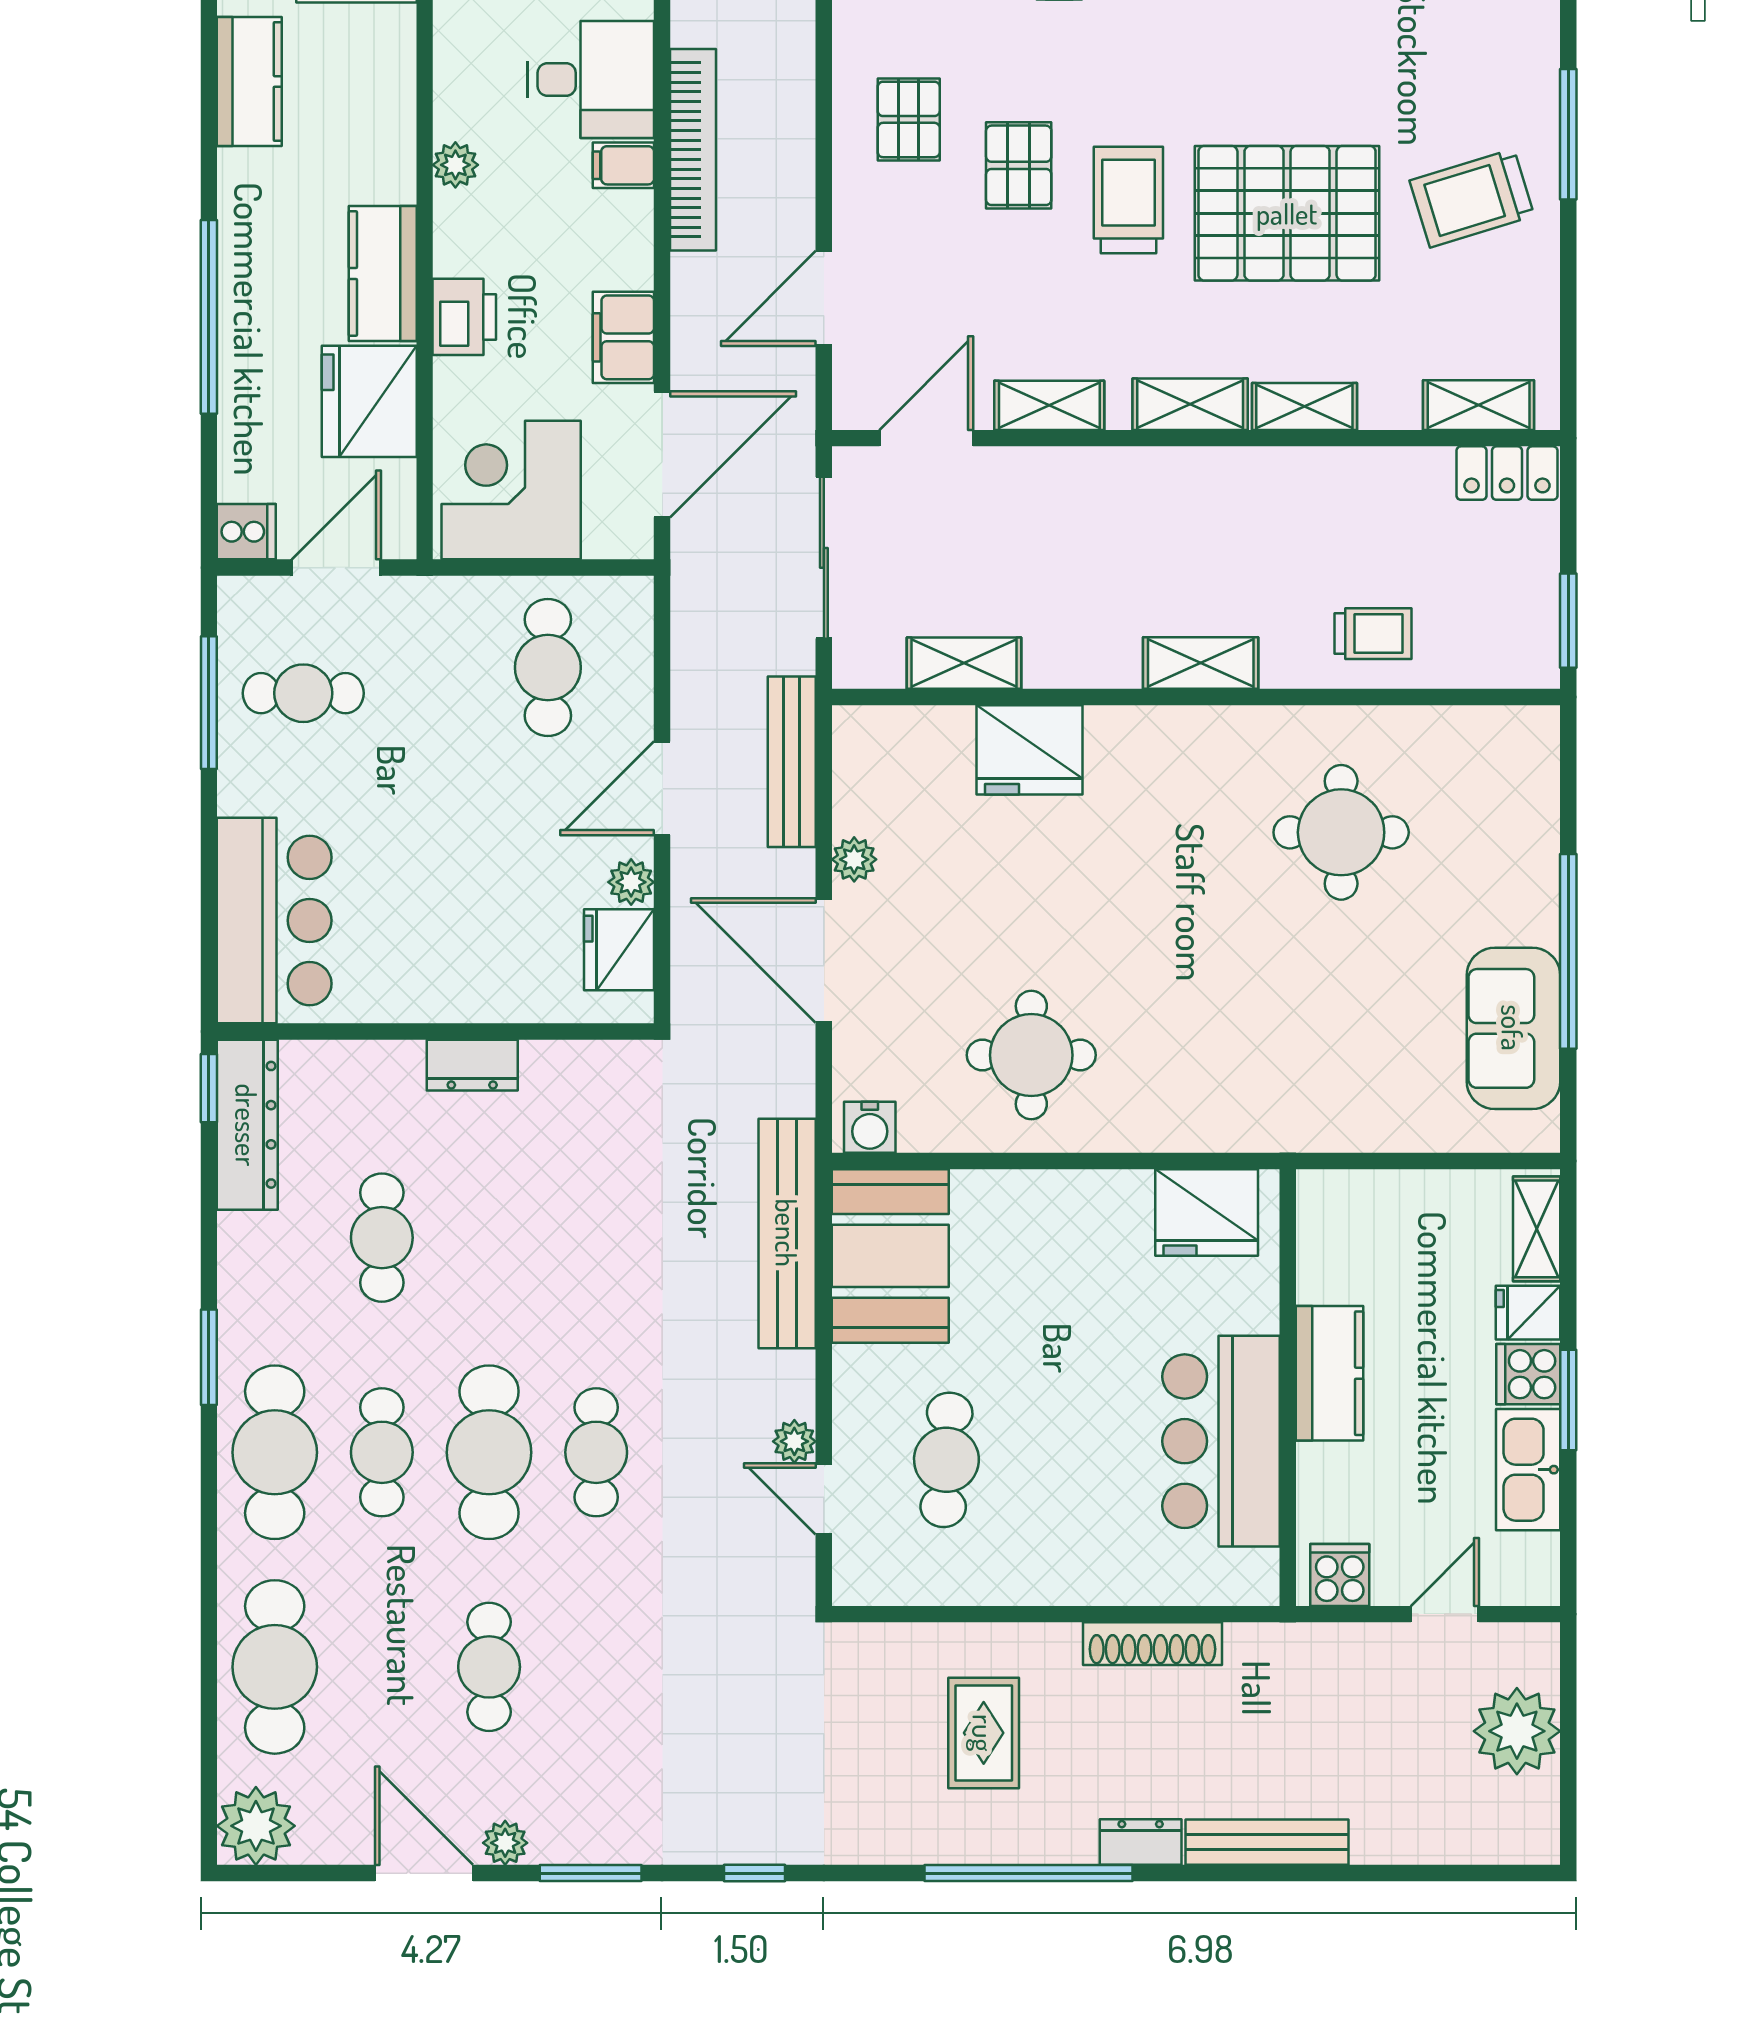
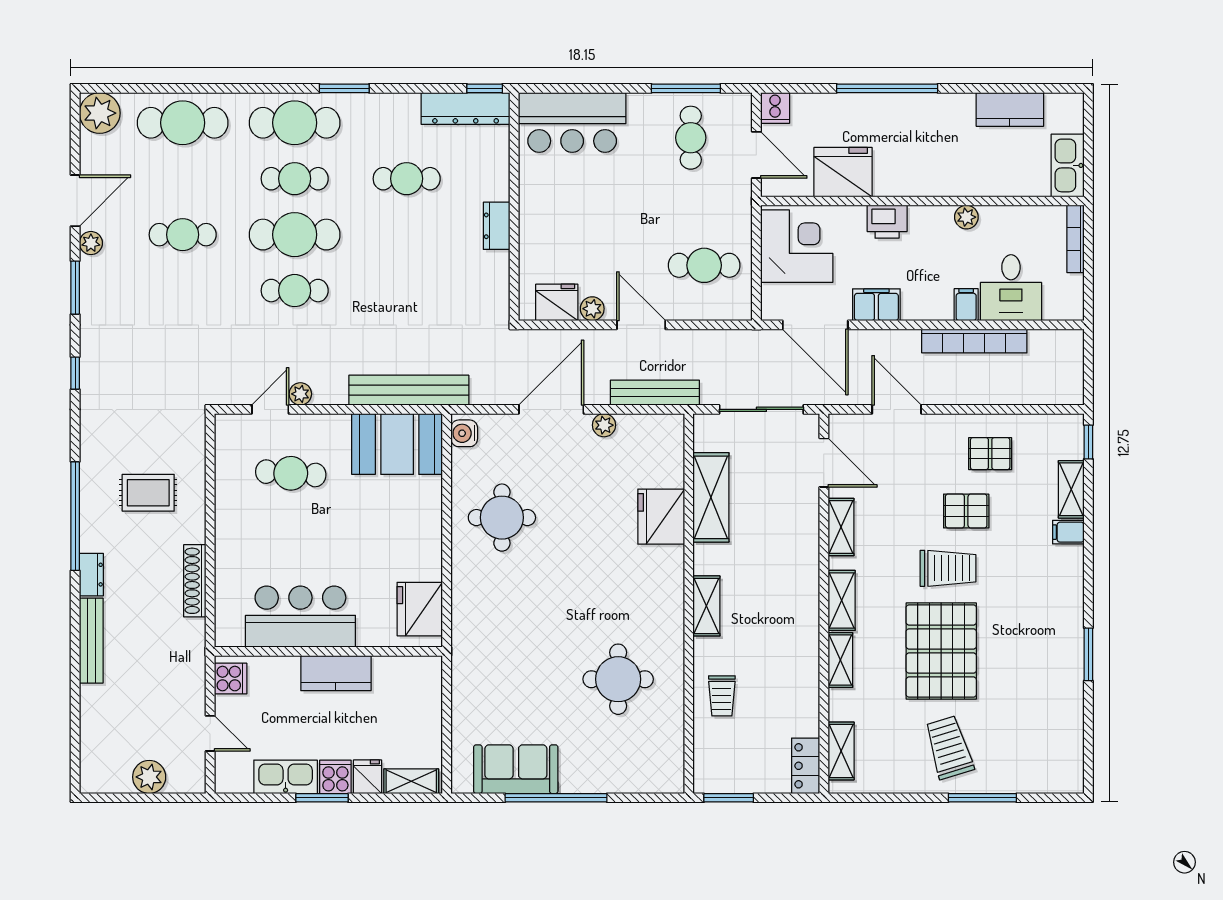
kitchen counter: (383, 273) -> (910, 179), removed
shelving: (964, 663) -> (711, 497), width x1.50, depth x1.33
plant: (1517, 1731) -> (149, 777), width x0.73, depth x0.73

